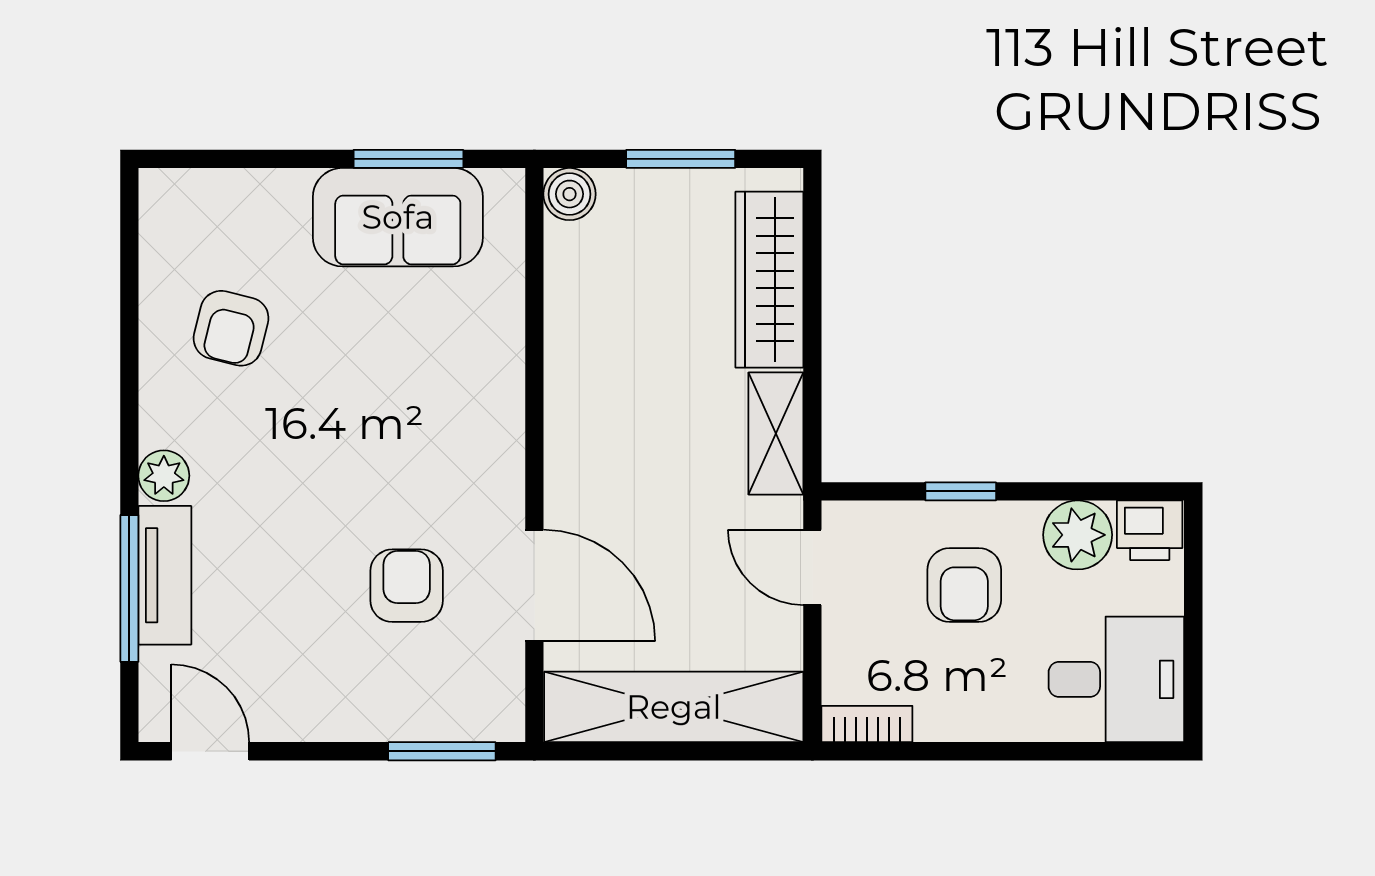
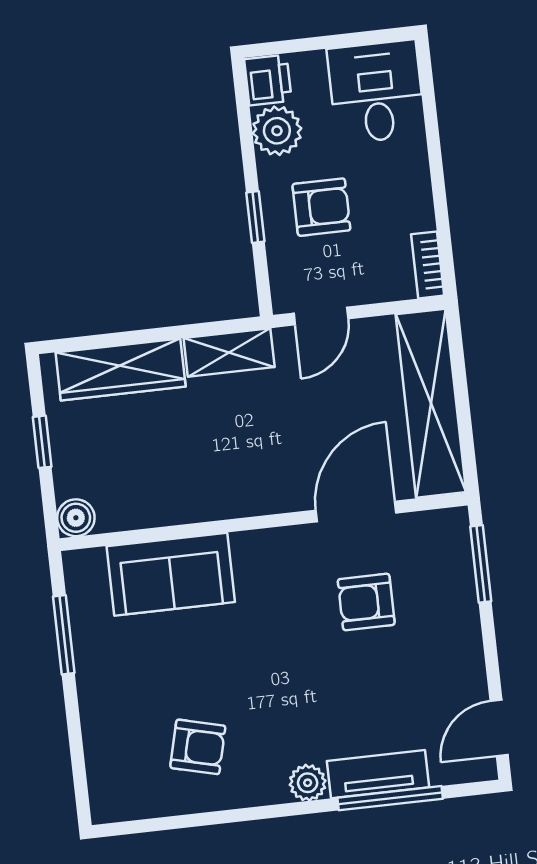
window: (681, 159) -> (42, 442), width x0.67
sofa: (398, 217) -> (171, 574), moved, turned 90

